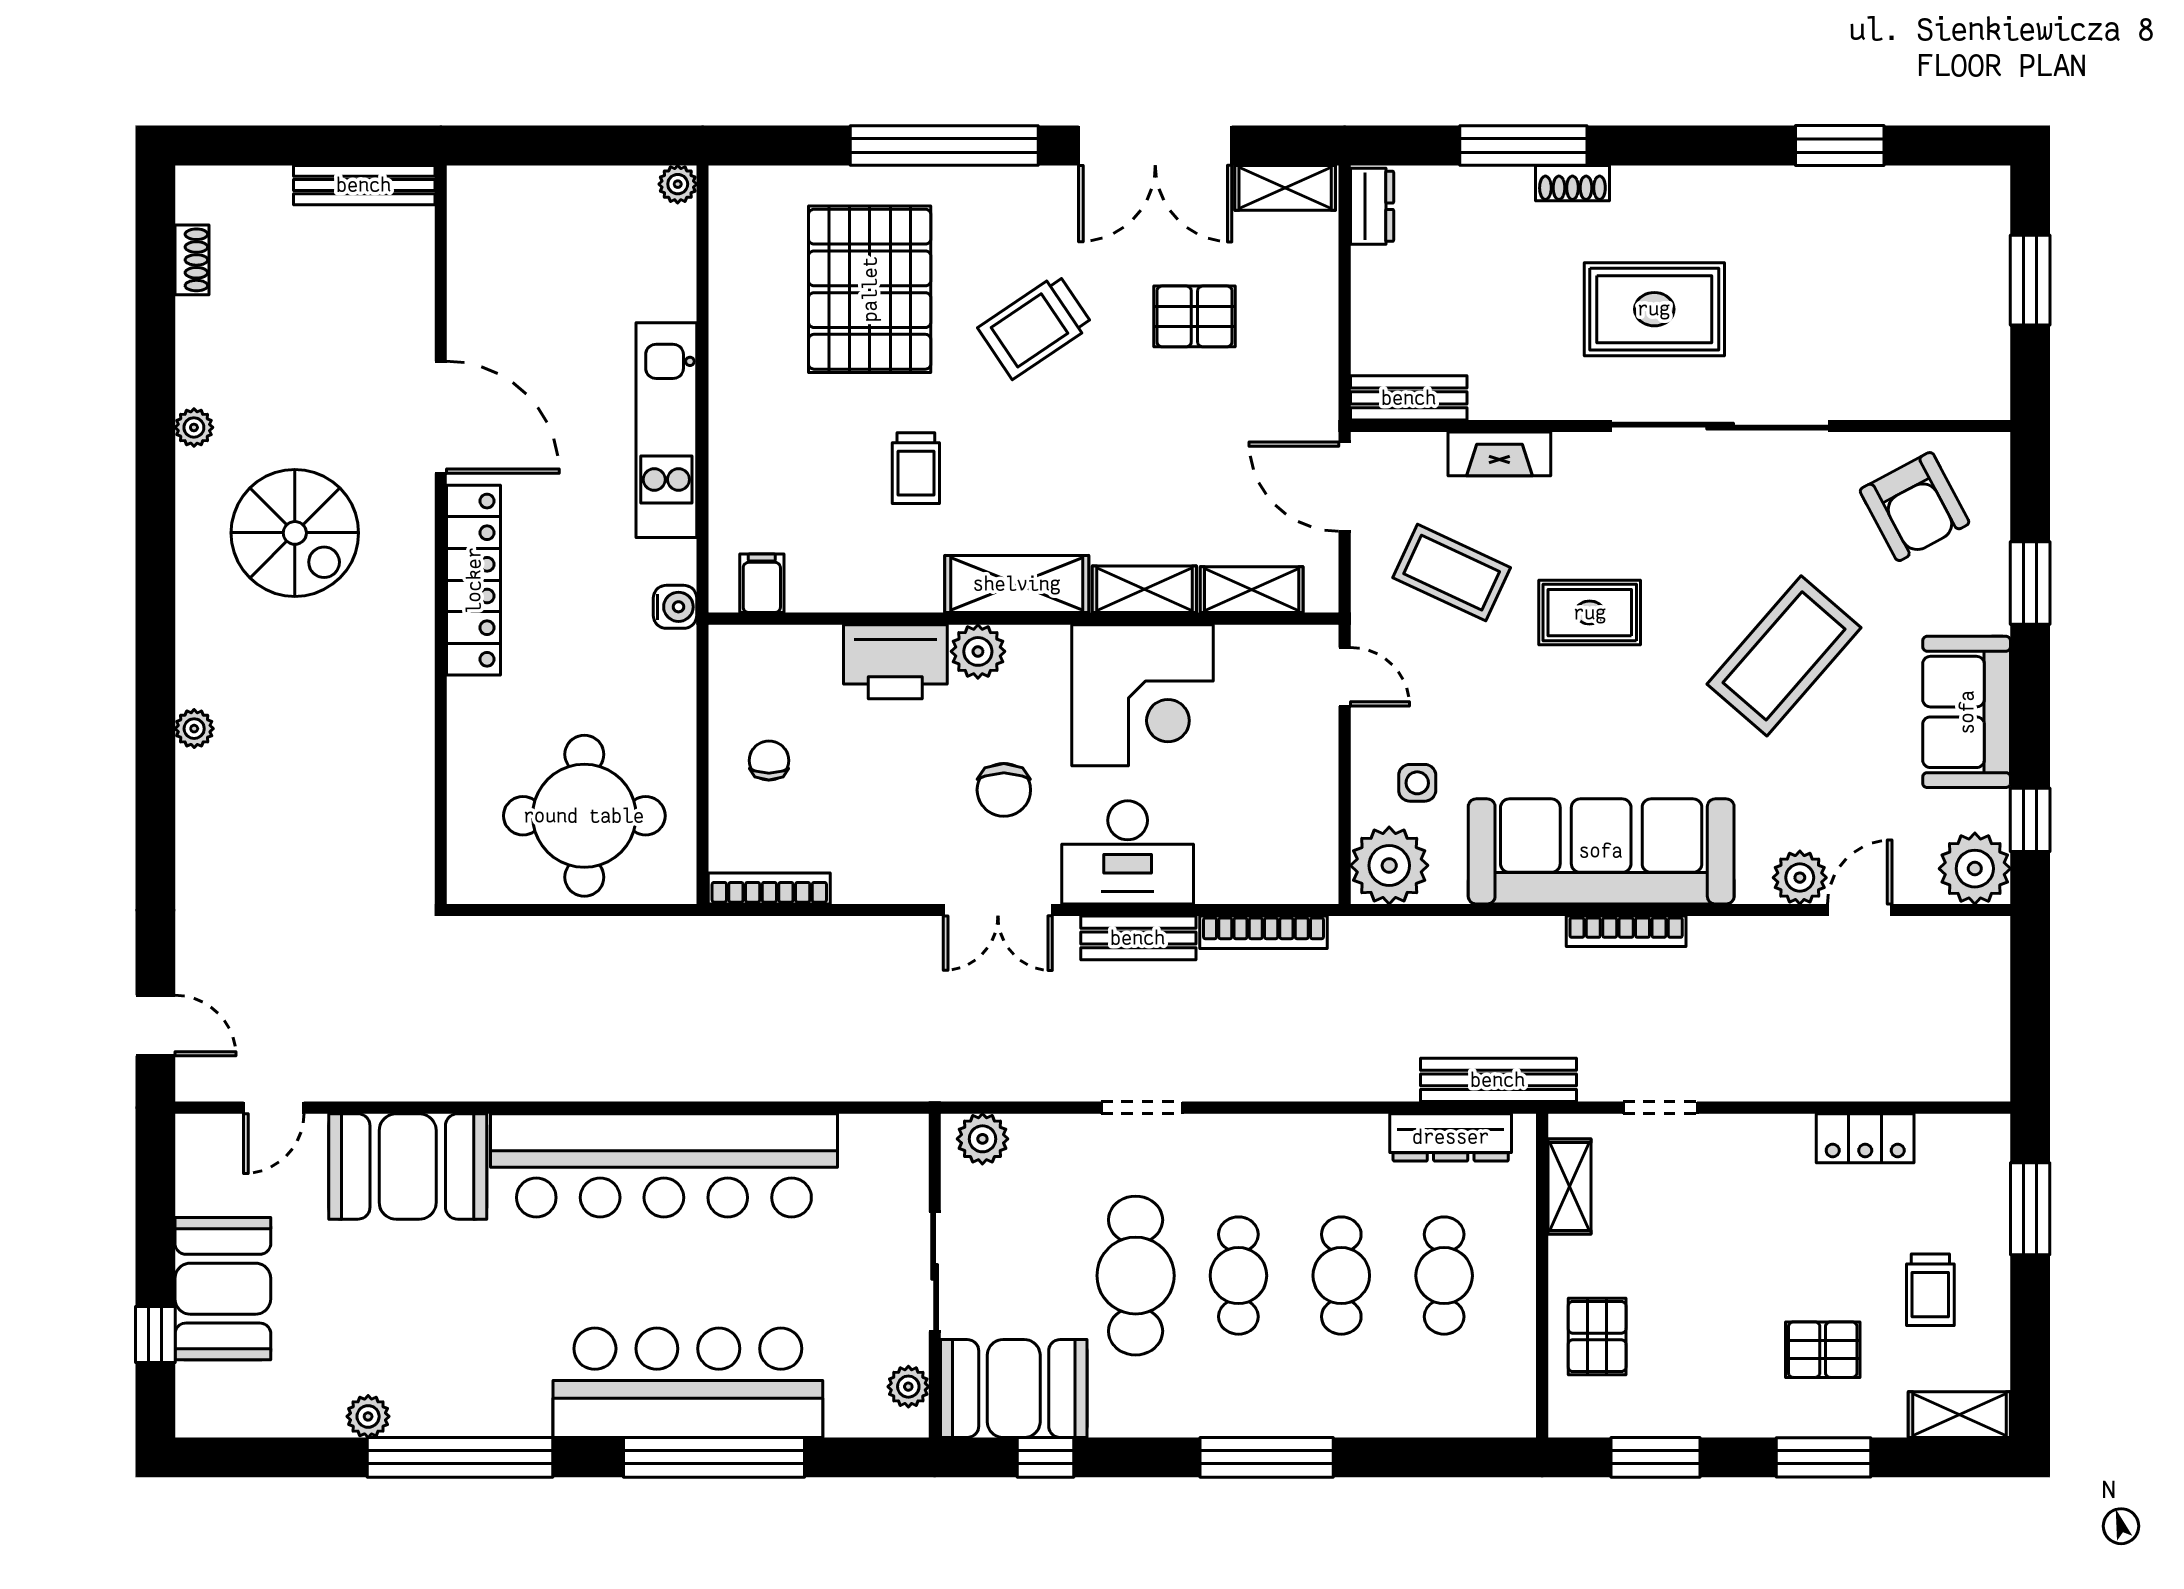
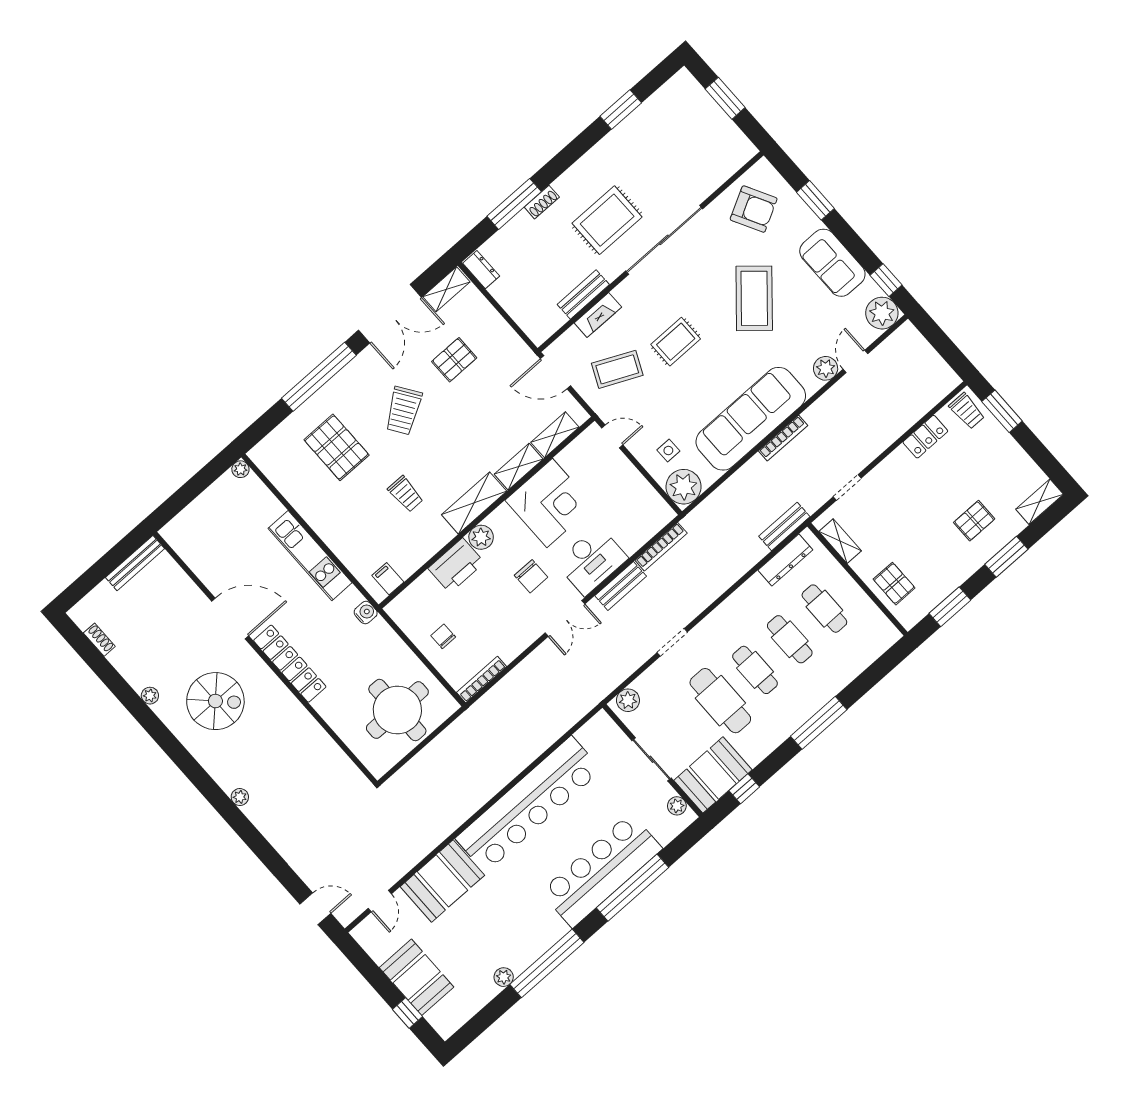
pallet: (870, 289) -> (337, 447), width x0.73, depth x0.71
bench: (1409, 398) -> (583, 294), moved
bench: (1498, 1080) -> (784, 526), width x0.73
trolley: (1930, 1290) -> (967, 411), moved

